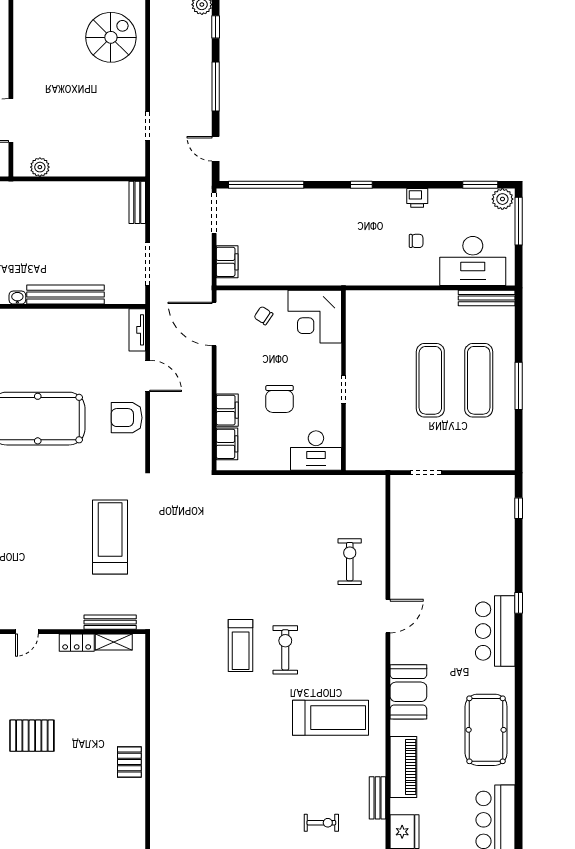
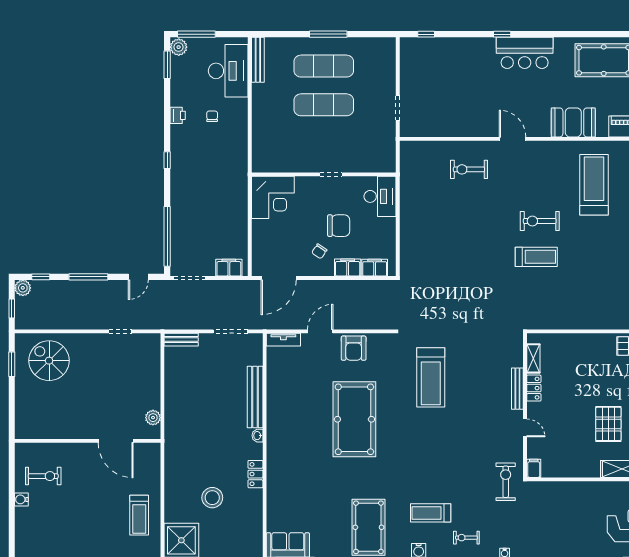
chair: (263, 316) -> (319, 251), moved
treadmill: (110, 537) -> (431, 377), moved, turned -90
bench: (110, 622) -> (517, 389), moved

